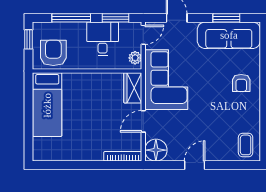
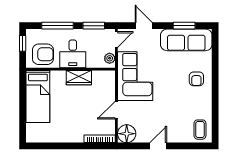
desk: (103, 39) -> (73, 54), moved, turned 180
armchair: (53, 53) -> (43, 54), turned 90
wardrobe: (133, 88) -> (79, 78), moved, turned -90

